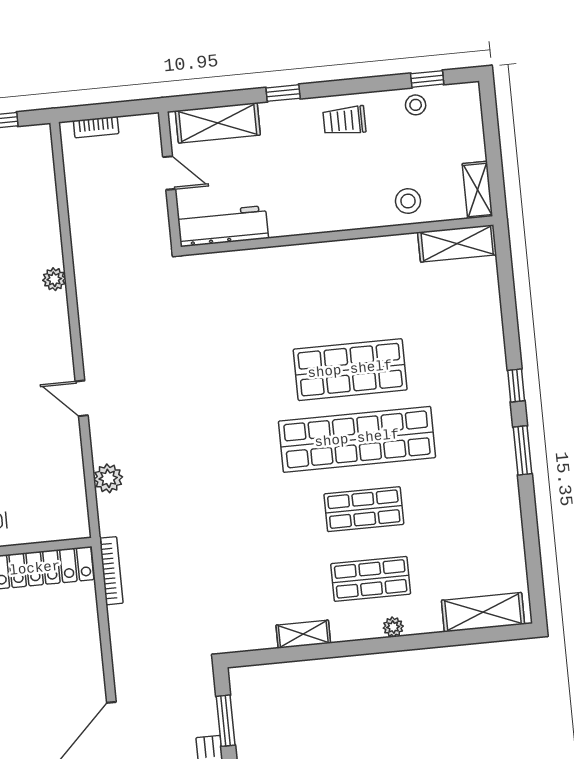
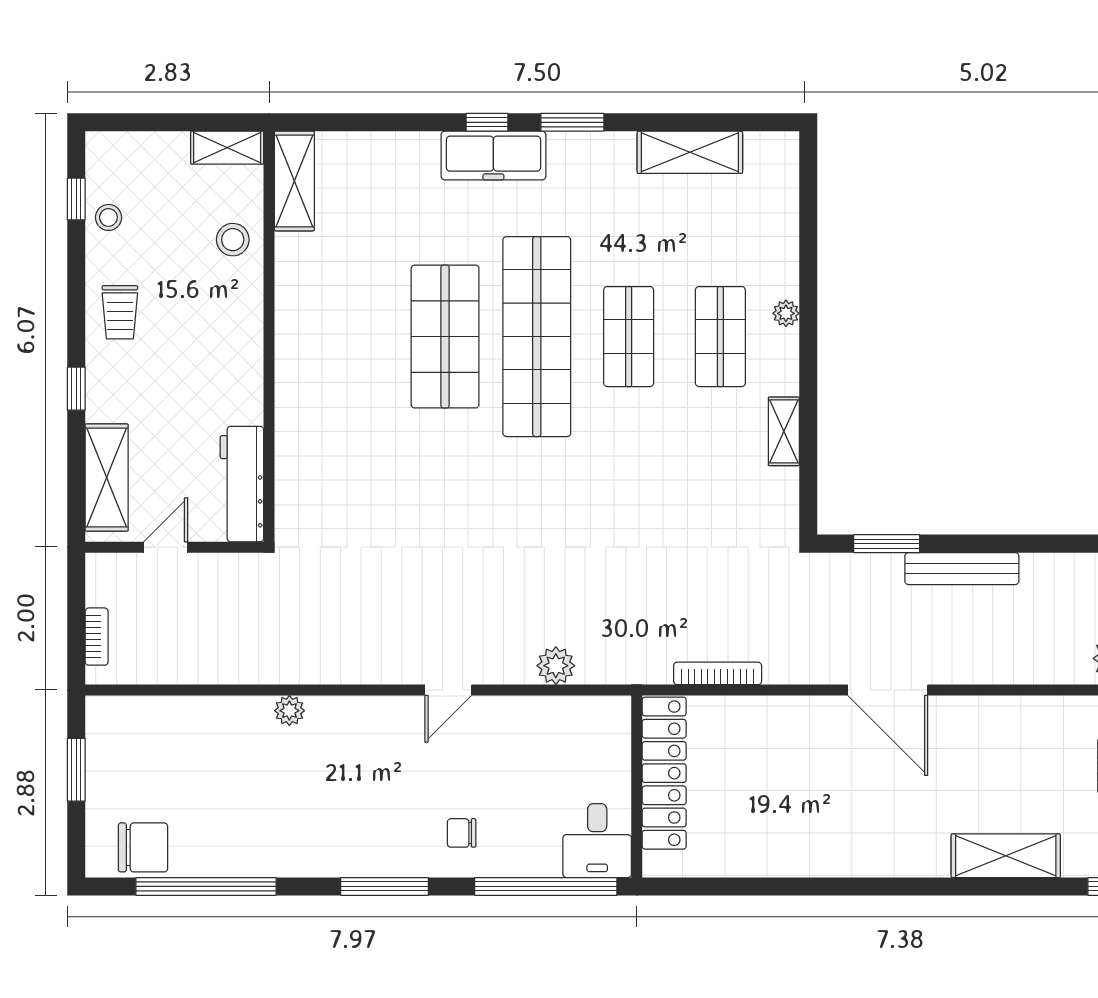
freezer: (491, 393) -> (493, 156), added
bookcase: (111, 571) -> (718, 673), moved
shelving: (483, 612) -> (690, 152), moved, turned 90

